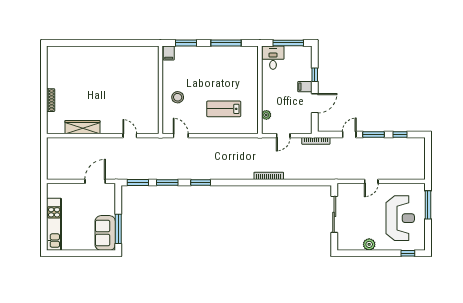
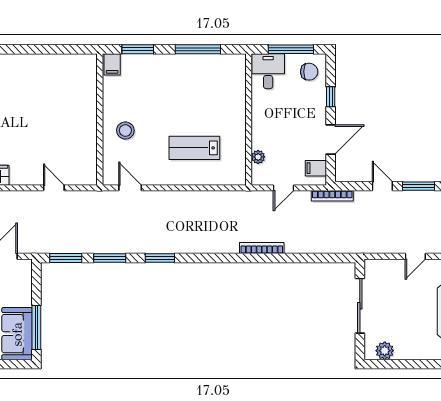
chair: (300, 58) -> (309, 72), added
filing cabinet: (305, 87) -> (316, 168), moved
door: (349, 134) -> (382, 186), hinge flipped
plant: (369, 244) -> (385, 351), moved

